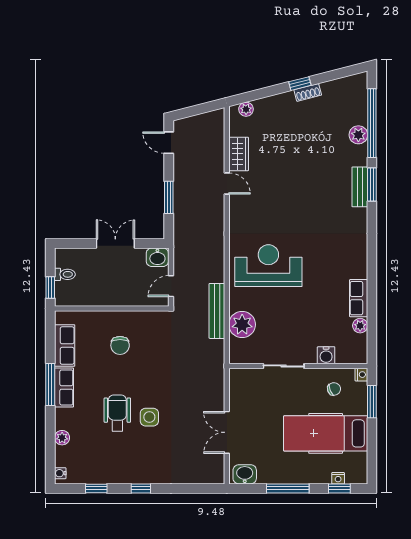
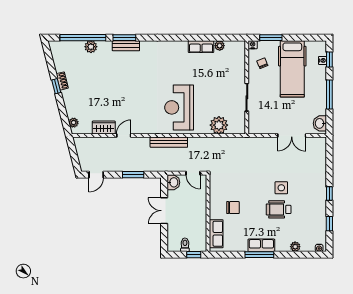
bench: (217, 311) -> (169, 142), moved
row of seats: (65, 346) -> (216, 234), moved, turned 90
water cooler: (326, 355) -> (240, 69), removed

